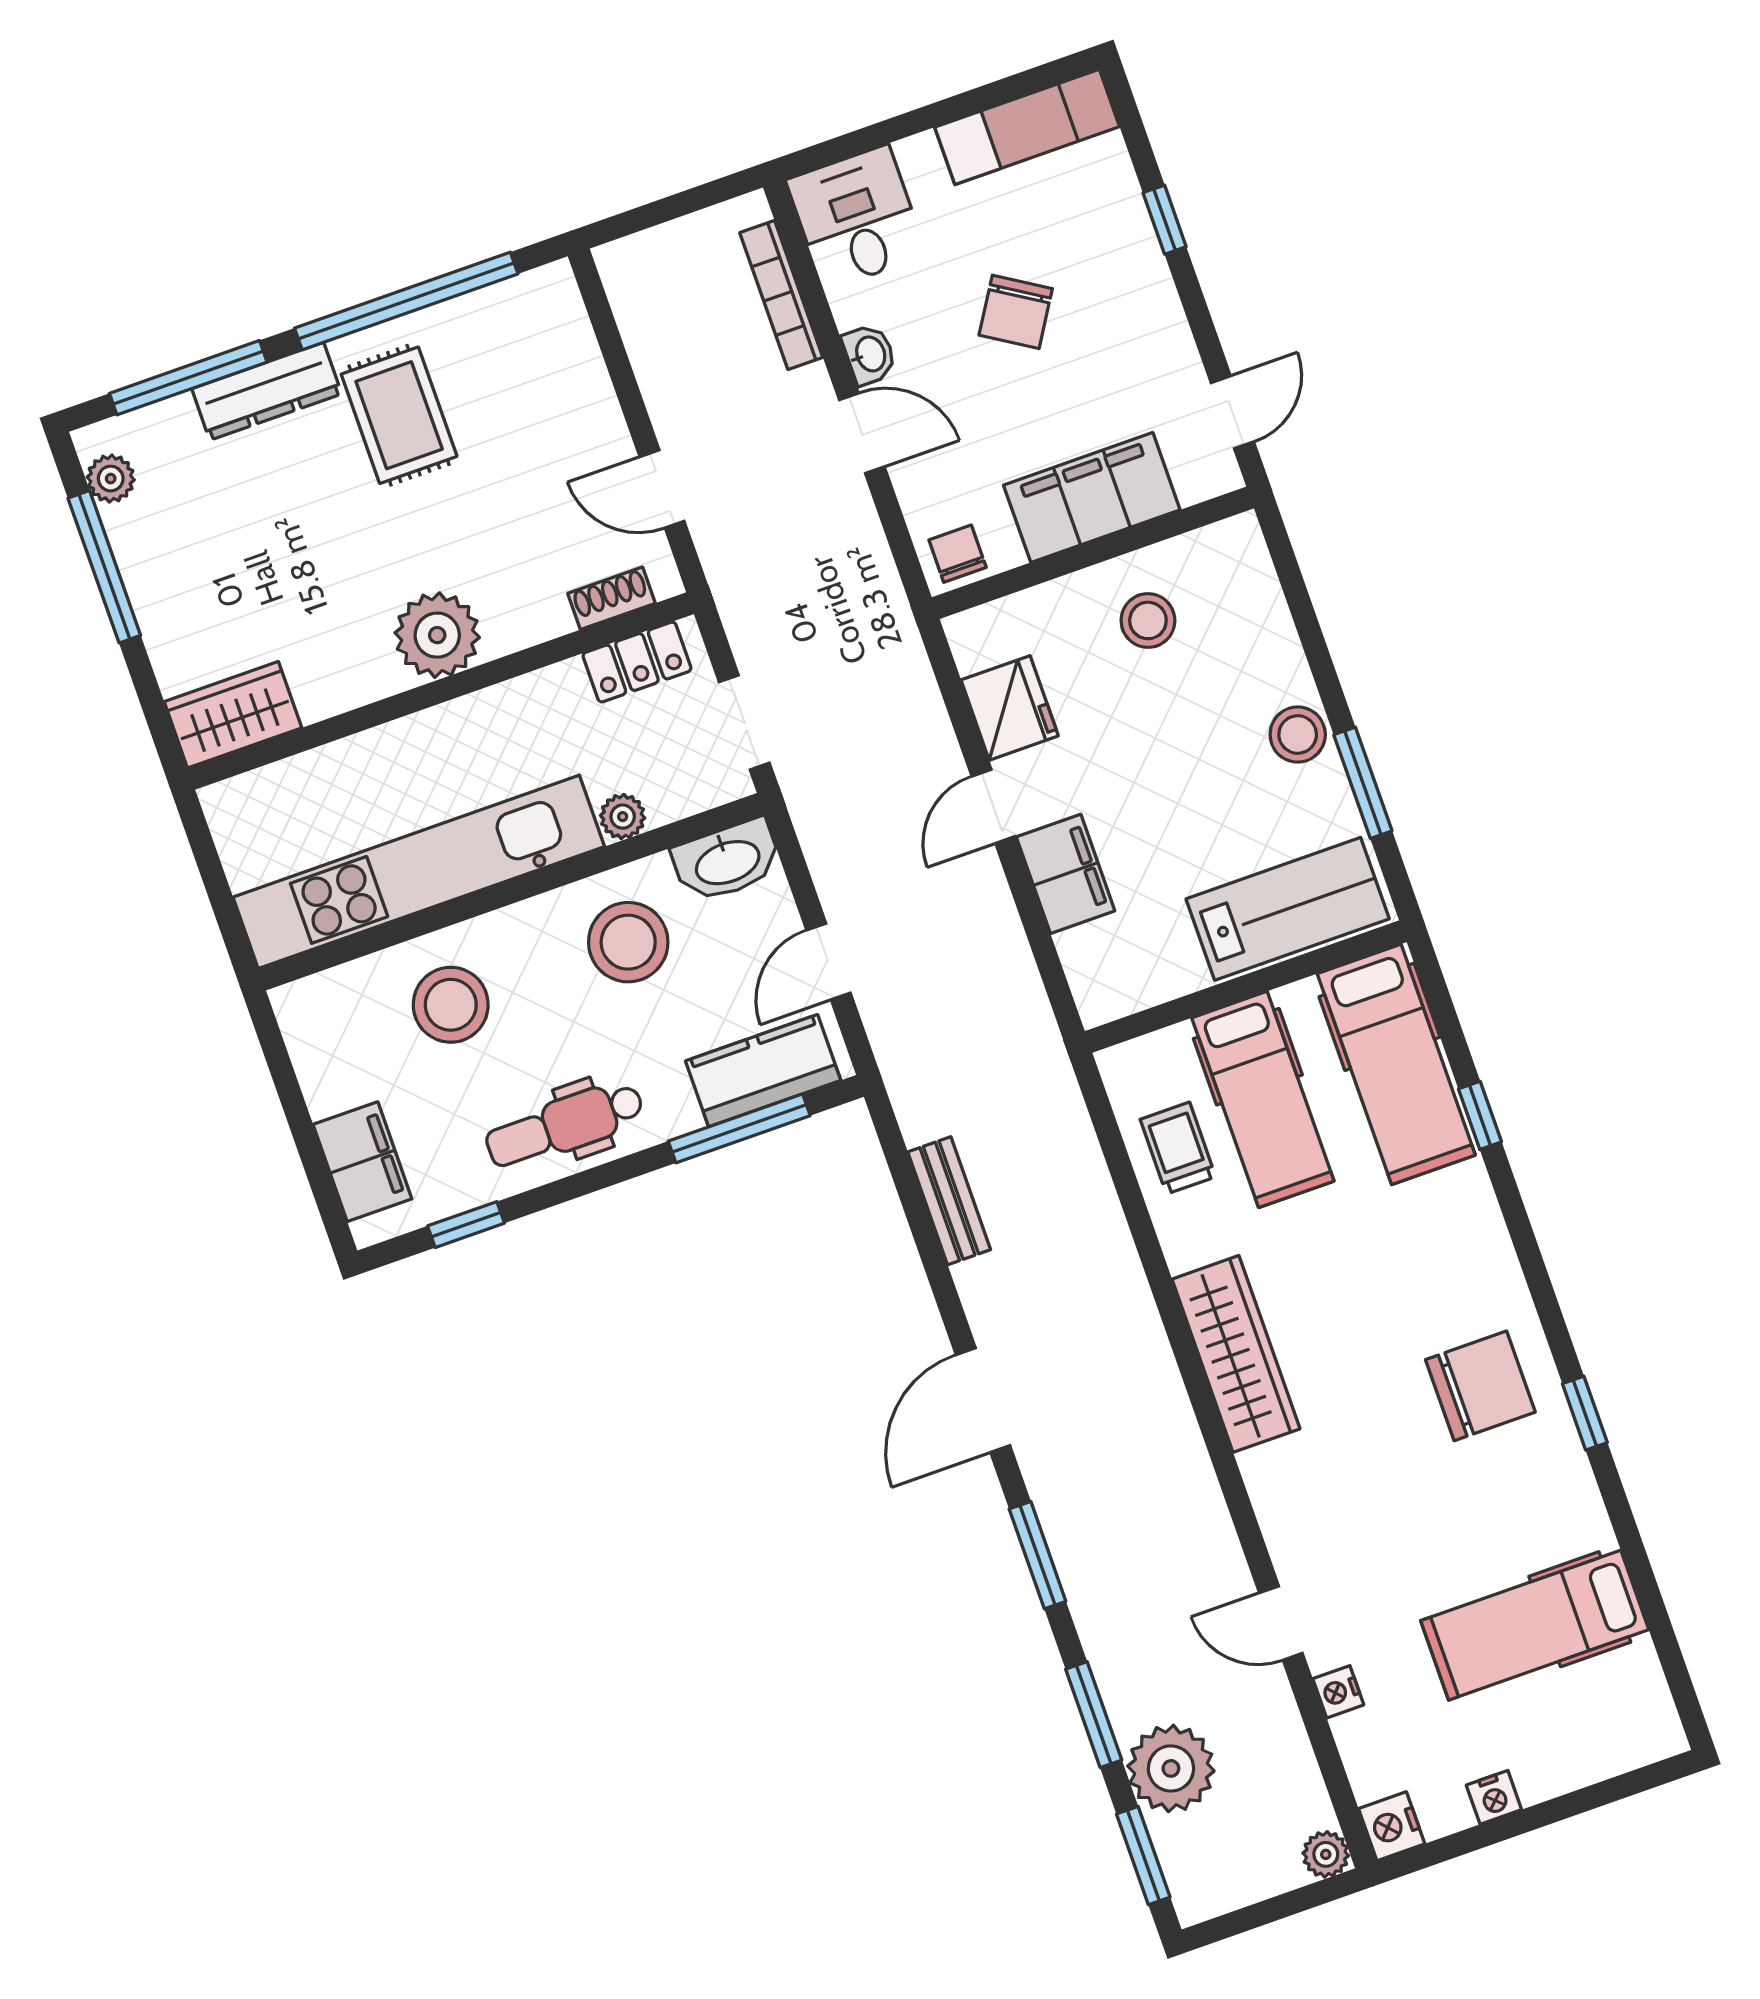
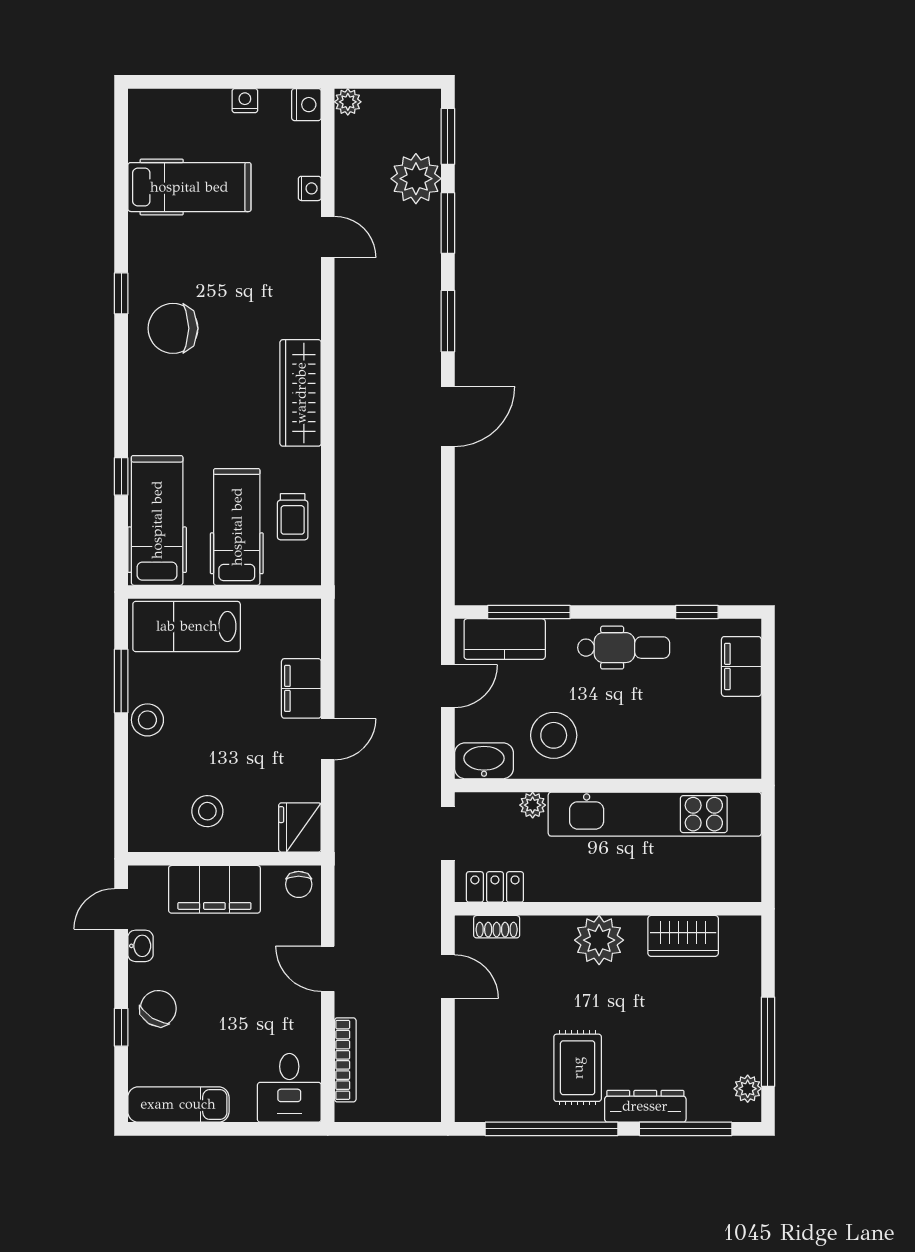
chair: (1016, 312) -> (158, 1008), moved
washbasin: (869, 354) -> (140, 946), moved, turned 180
fridge: (1010, 708) -> (300, 827), moved
wardrobe: (233, 715) -> (683, 936), moved
stool: (451, 1005) -> (663, 735), removed
bench: (949, 1201) -> (428, 532), removed

